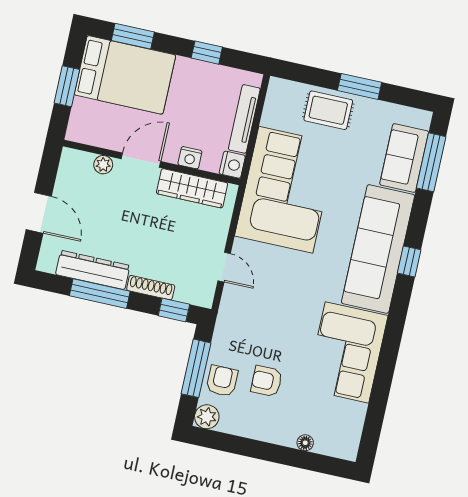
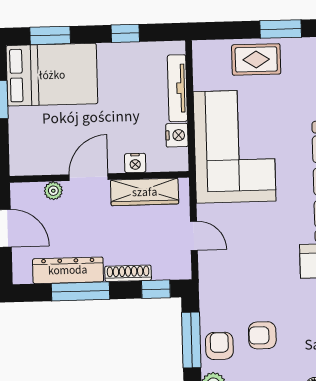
nightstand: (190, 158) -> (135, 163), moved
door: (141, 160) -> (89, 177), moved
wall: (152, 162) -> (99, 177), moved
plant: (103, 165) -> (53, 191), moved
wardrobe: (192, 188) -> (145, 192), moved

